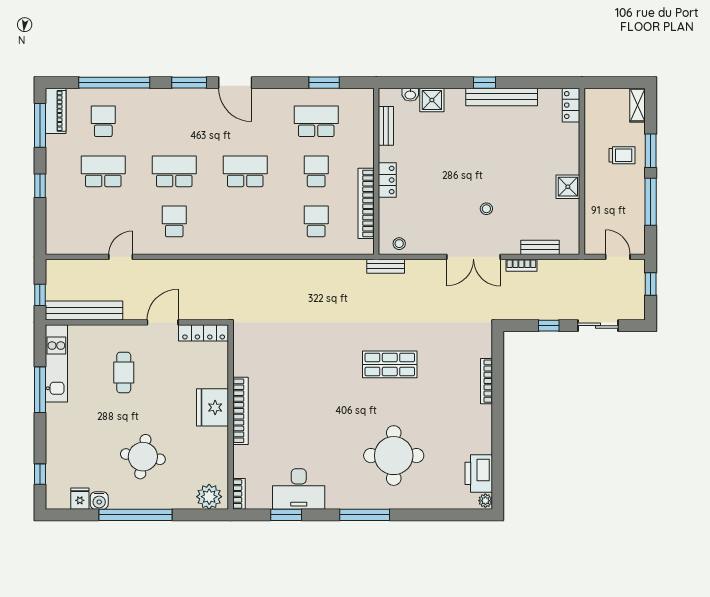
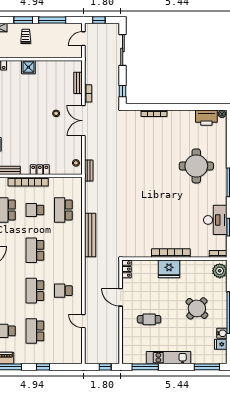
shower: (568, 187) -> (28, 67), moved
bookcase: (366, 203) -> (28, 182), moved
school desk: (316, 221) -> (63, 210), width x1.85
double door: (473, 257) -> (83, 121), swing flipped
bench: (84, 311) -> (90, 235), moved
window: (549, 326) -> (123, 91), moved
sliding door: (598, 326) -> (123, 50), width x1.37
locker: (204, 333) -> (127, 269), width x0.66
kitchen unit: (56, 363) -> (168, 358), moved
shop shelf: (390, 364) -> (145, 168), removed
window: (40, 390) -> (145, 367), moved
round table: (143, 457) -> (197, 308), turned 33
window: (40, 474) -> (207, 367), width x2.17

